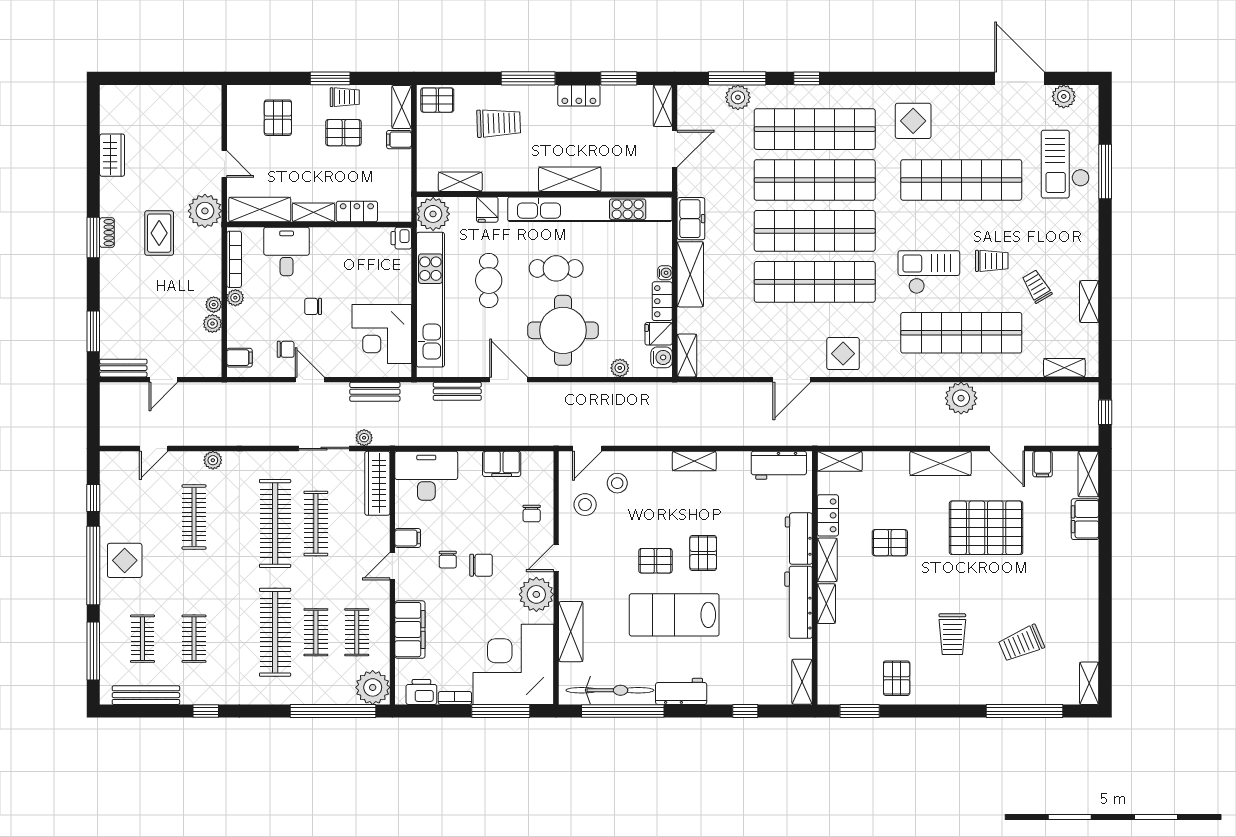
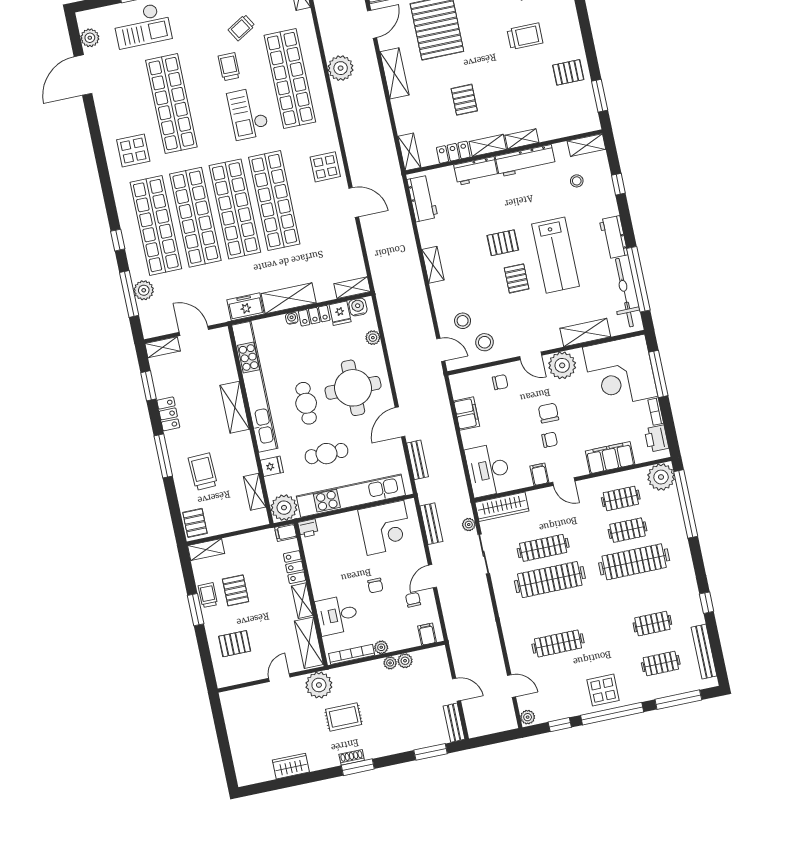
filing cabinet: (399, 140) -> (286, 532), moved, turned 90
plant: (213, 460) -> (528, 717), moved
stool: (760, 660) -> (577, 181), added

